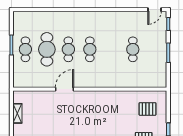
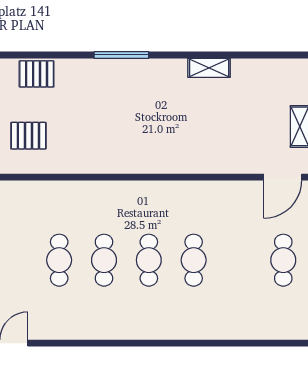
cafe table: (47, 49) -> (104, 260), moved, width x0.73, depth x0.74
door: (64, 89) -> (283, 177), moved

